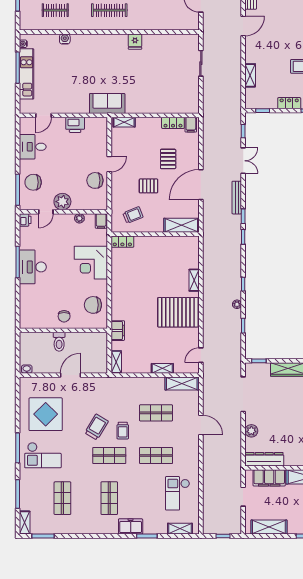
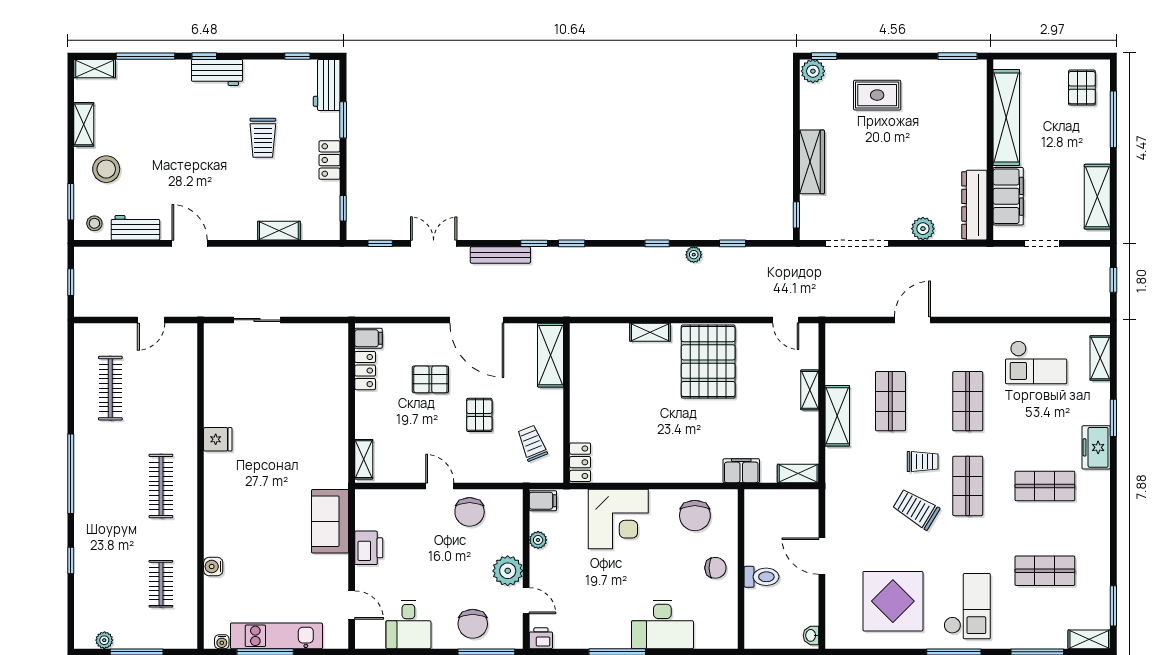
sofa: (107, 103) -> (330, 521), moved
desk: (33, 267) -> (662, 624), moved
shelving: (182, 383) -> (837, 416), moved

